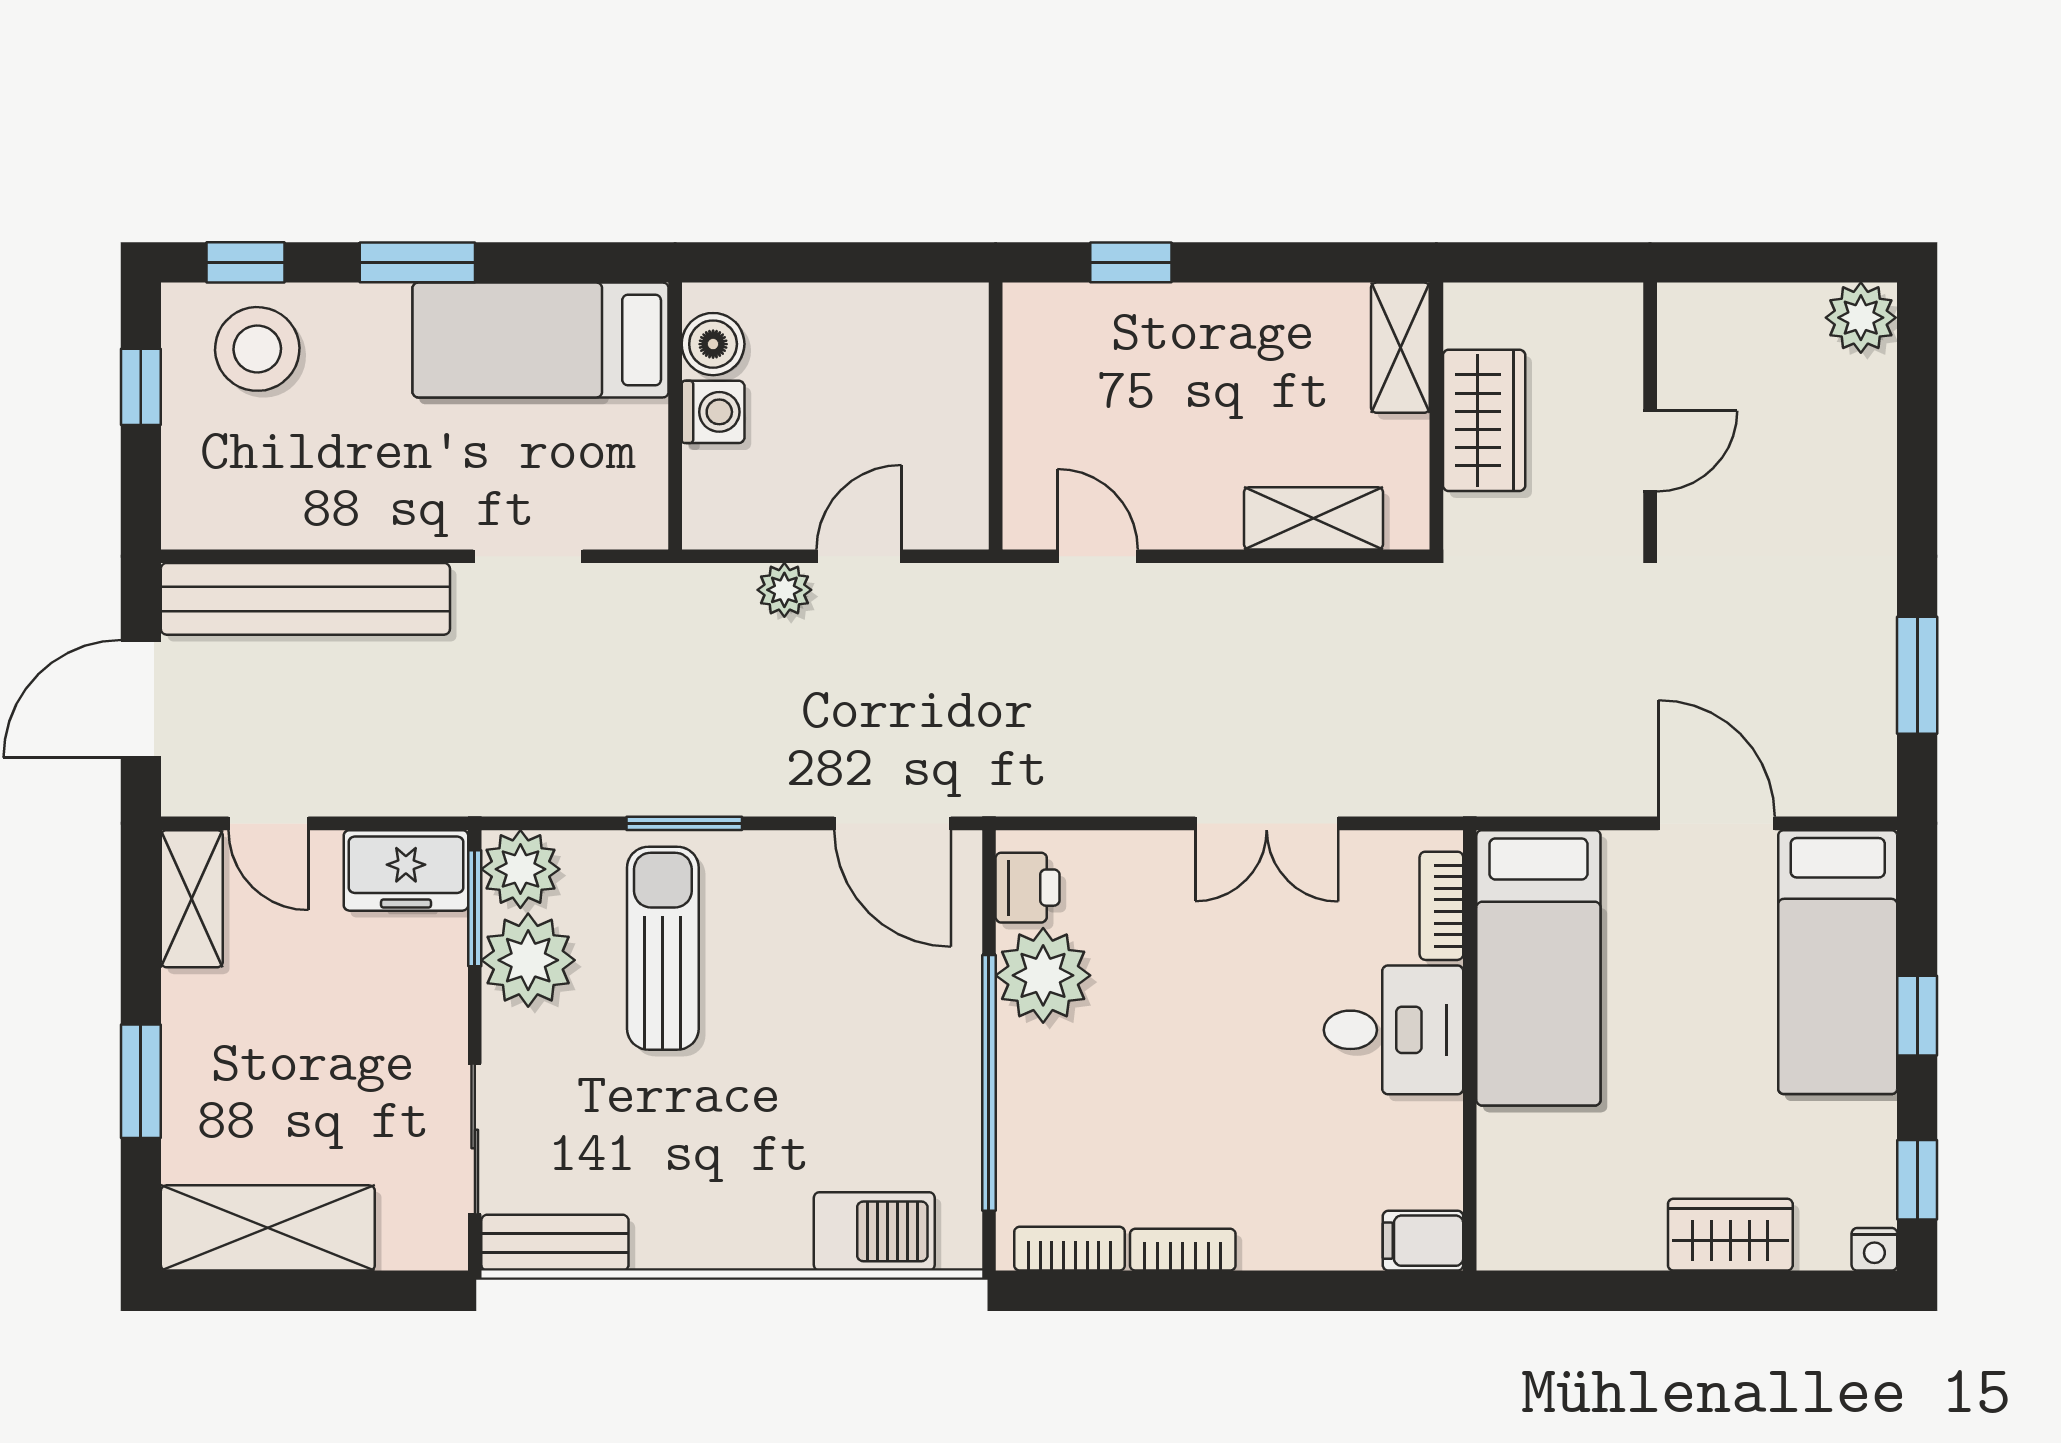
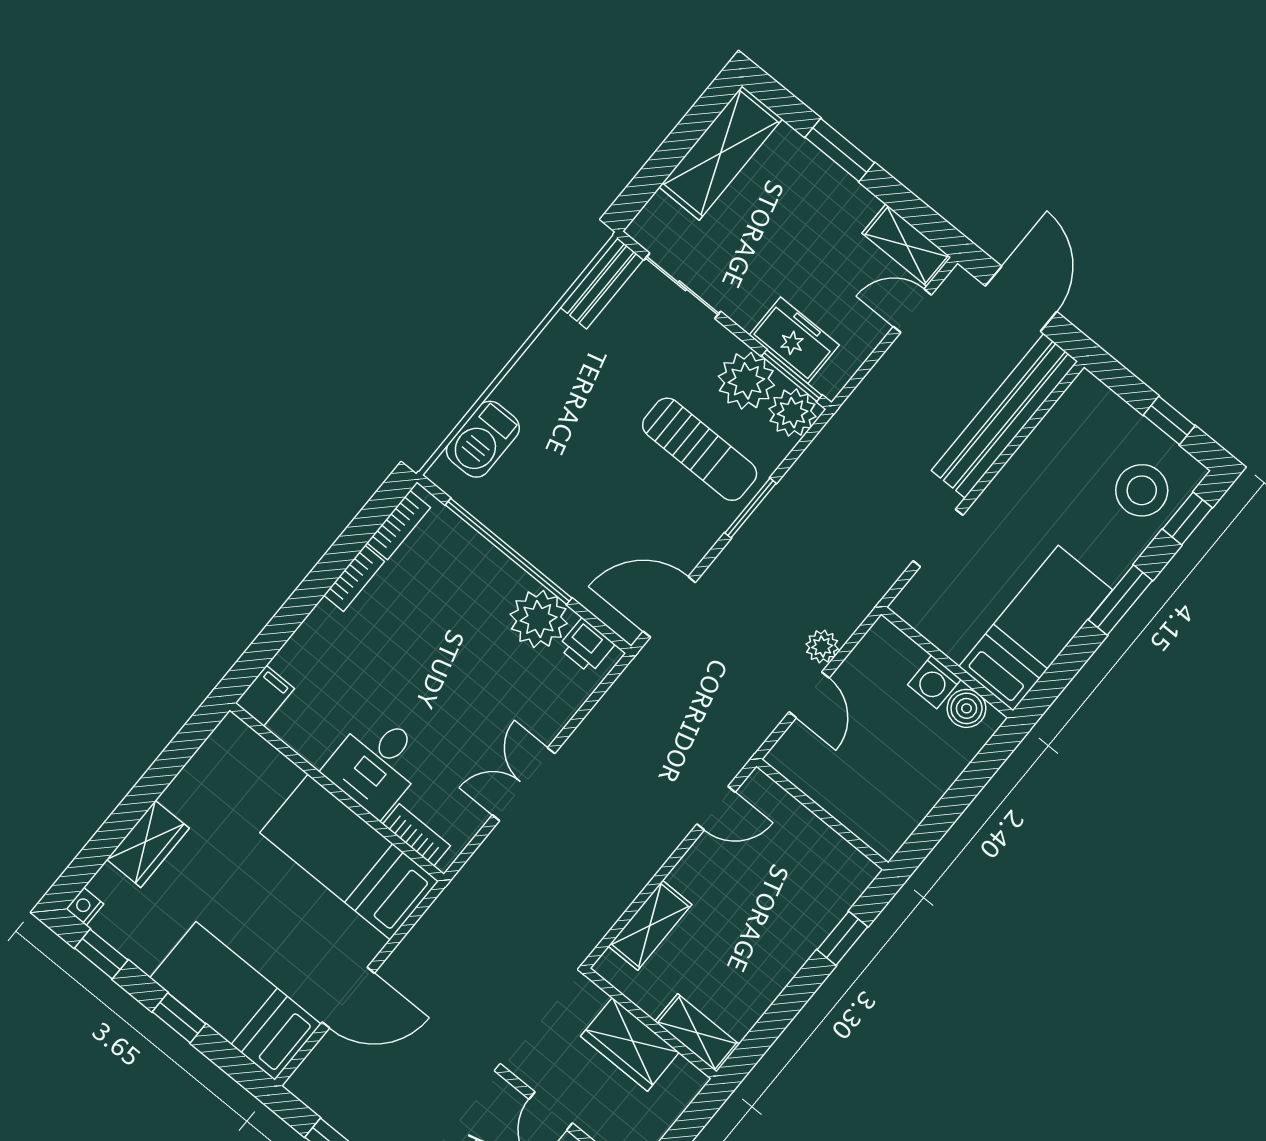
freezer: (406, 870) -> (794, 340), moved, turned 90

